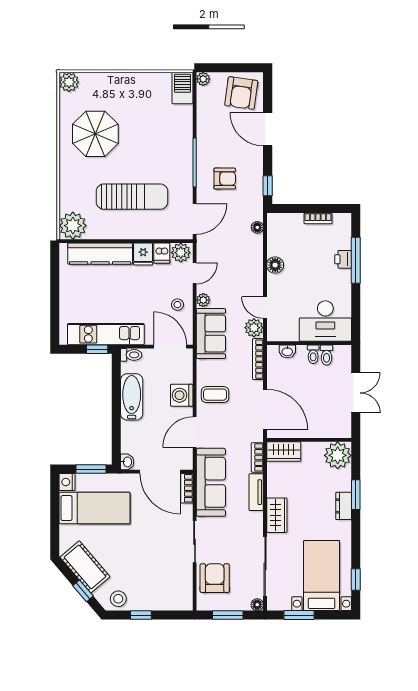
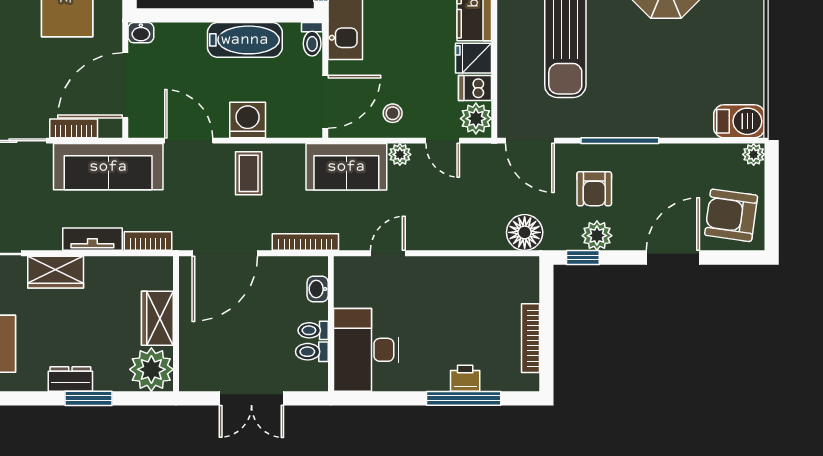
bookcase: (318, 218) -> (530, 338), width x1.56
floor lamp: (257, 227) -> (525, 232), width x1.89, depth x1.89
floor lamp: (275, 265) -> (456, 269), removed
plant: (254, 328) -> (597, 236), moved
wardrobe: (284, 452) -> (157, 318), moved
bookcase: (187, 488) -> (74, 128), moved

